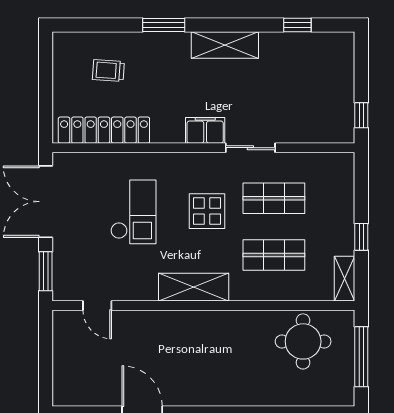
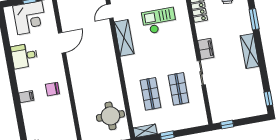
window: (297, 25) -> (268, 99), moved
display table: (207, 211) -> (166, 57), removed
checkout: (133, 212) -> (159, 21), turned 180
shelving: (194, 287) -> (124, 38), moved

